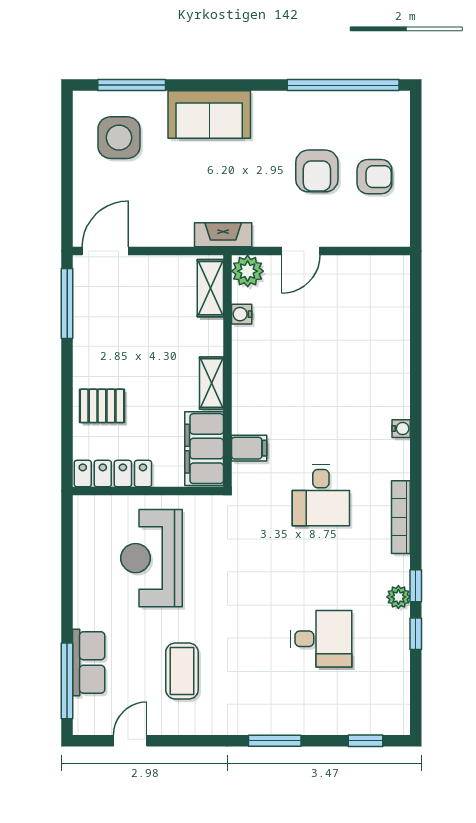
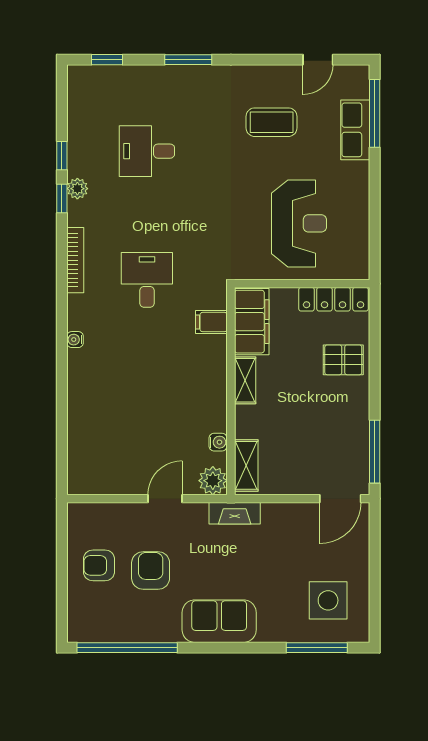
sofa: (209, 114) -> (219, 621), moved
coffee table: (182, 671) -> (272, 122), turned 90

